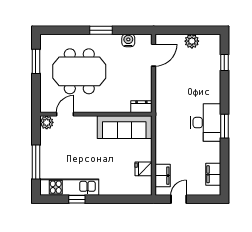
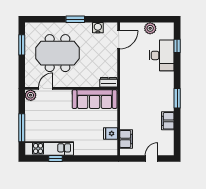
desk: (206, 123) -> (162, 55), moved
filing cabinet: (213, 174) -> (168, 121), moved
door: (179, 199) -> (152, 159), moved

